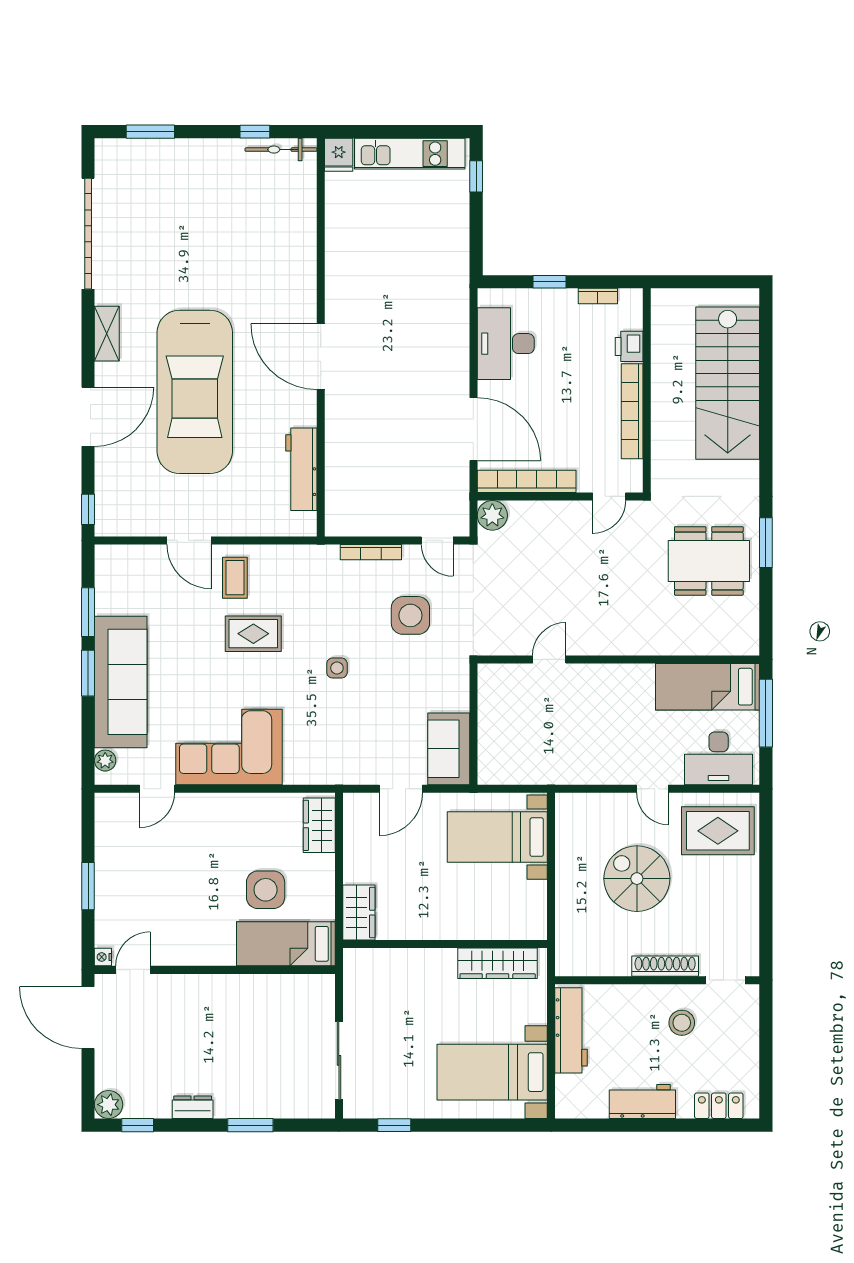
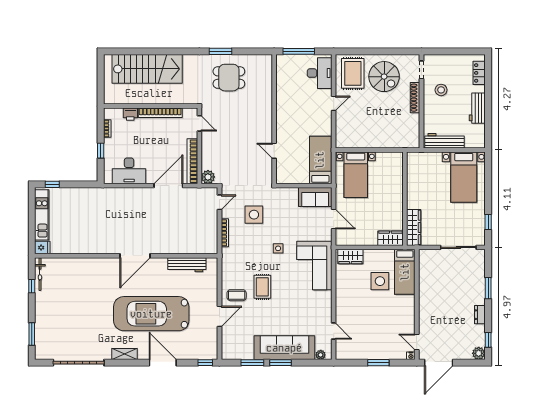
car: (195, 392) -> (151, 314), turned 180
dining table: (709, 561) -> (229, 78), width x0.73
bed: (707, 687) -> (320, 160), moved, turned 180
corner sofa: (229, 747) -> (314, 265), moved
spiral stairs: (637, 879) -> (384, 77), moved, turned -90
wardrobe: (498, 963) -> (414, 227), moved

